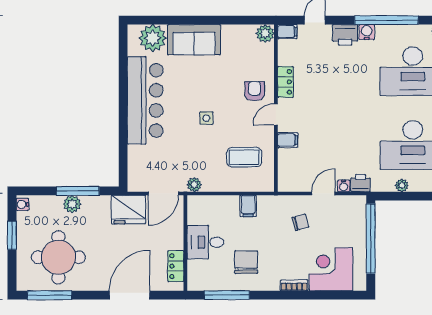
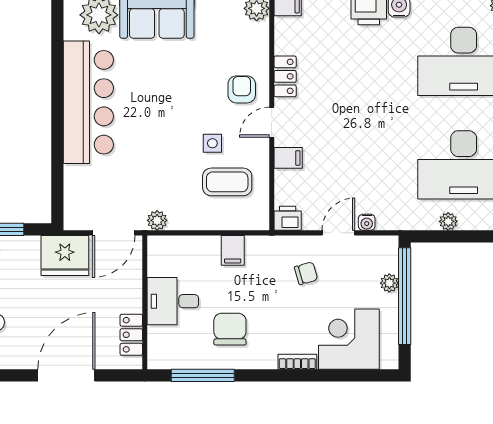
side table: (206, 118) -> (212, 143), moved
printer: (360, 183) -> (288, 218), moved
plant: (360, 229) -> (389, 283), added

